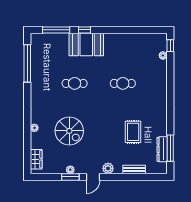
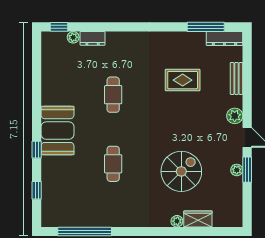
window: (56, 30) -> (37, 190), width x0.46
booth: (86, 45) -> (57, 131), moved
dresser: (162, 69) -> (93, 38), added
dresser: (162, 149) -> (225, 39), moved
wardrobe: (36, 159) -> (198, 219), moved

